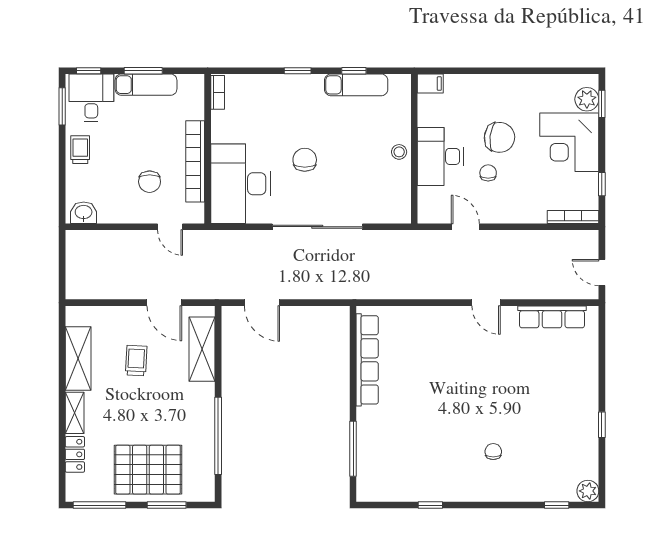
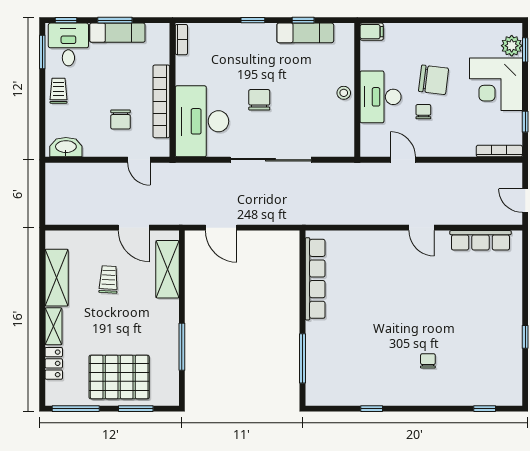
washbasin: (84, 213) -> (66, 147), width x1.38
window: (218, 436) -> (182, 347), width x0.68
plant: (588, 491) -> (513, 396), removed

